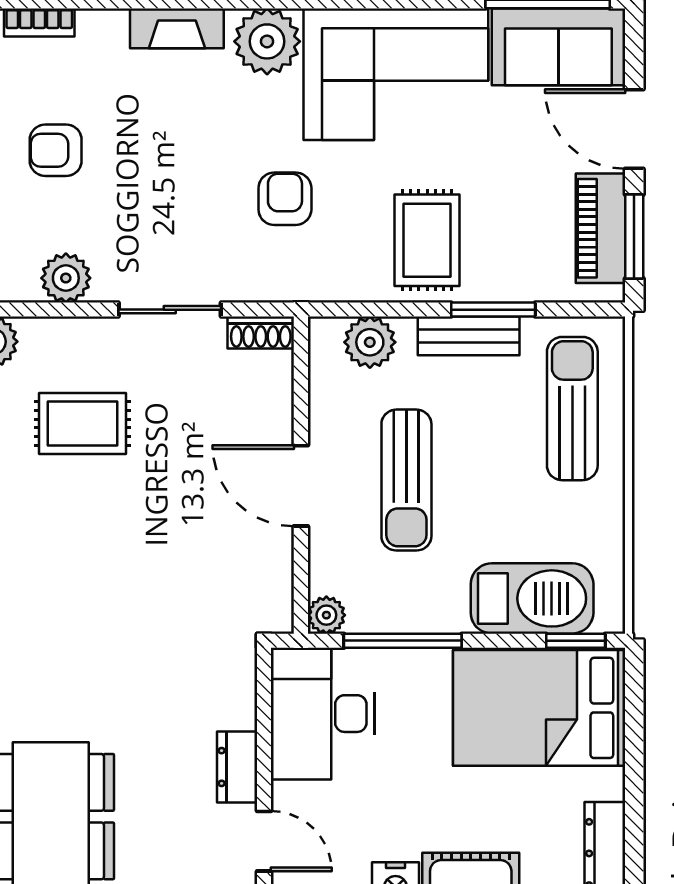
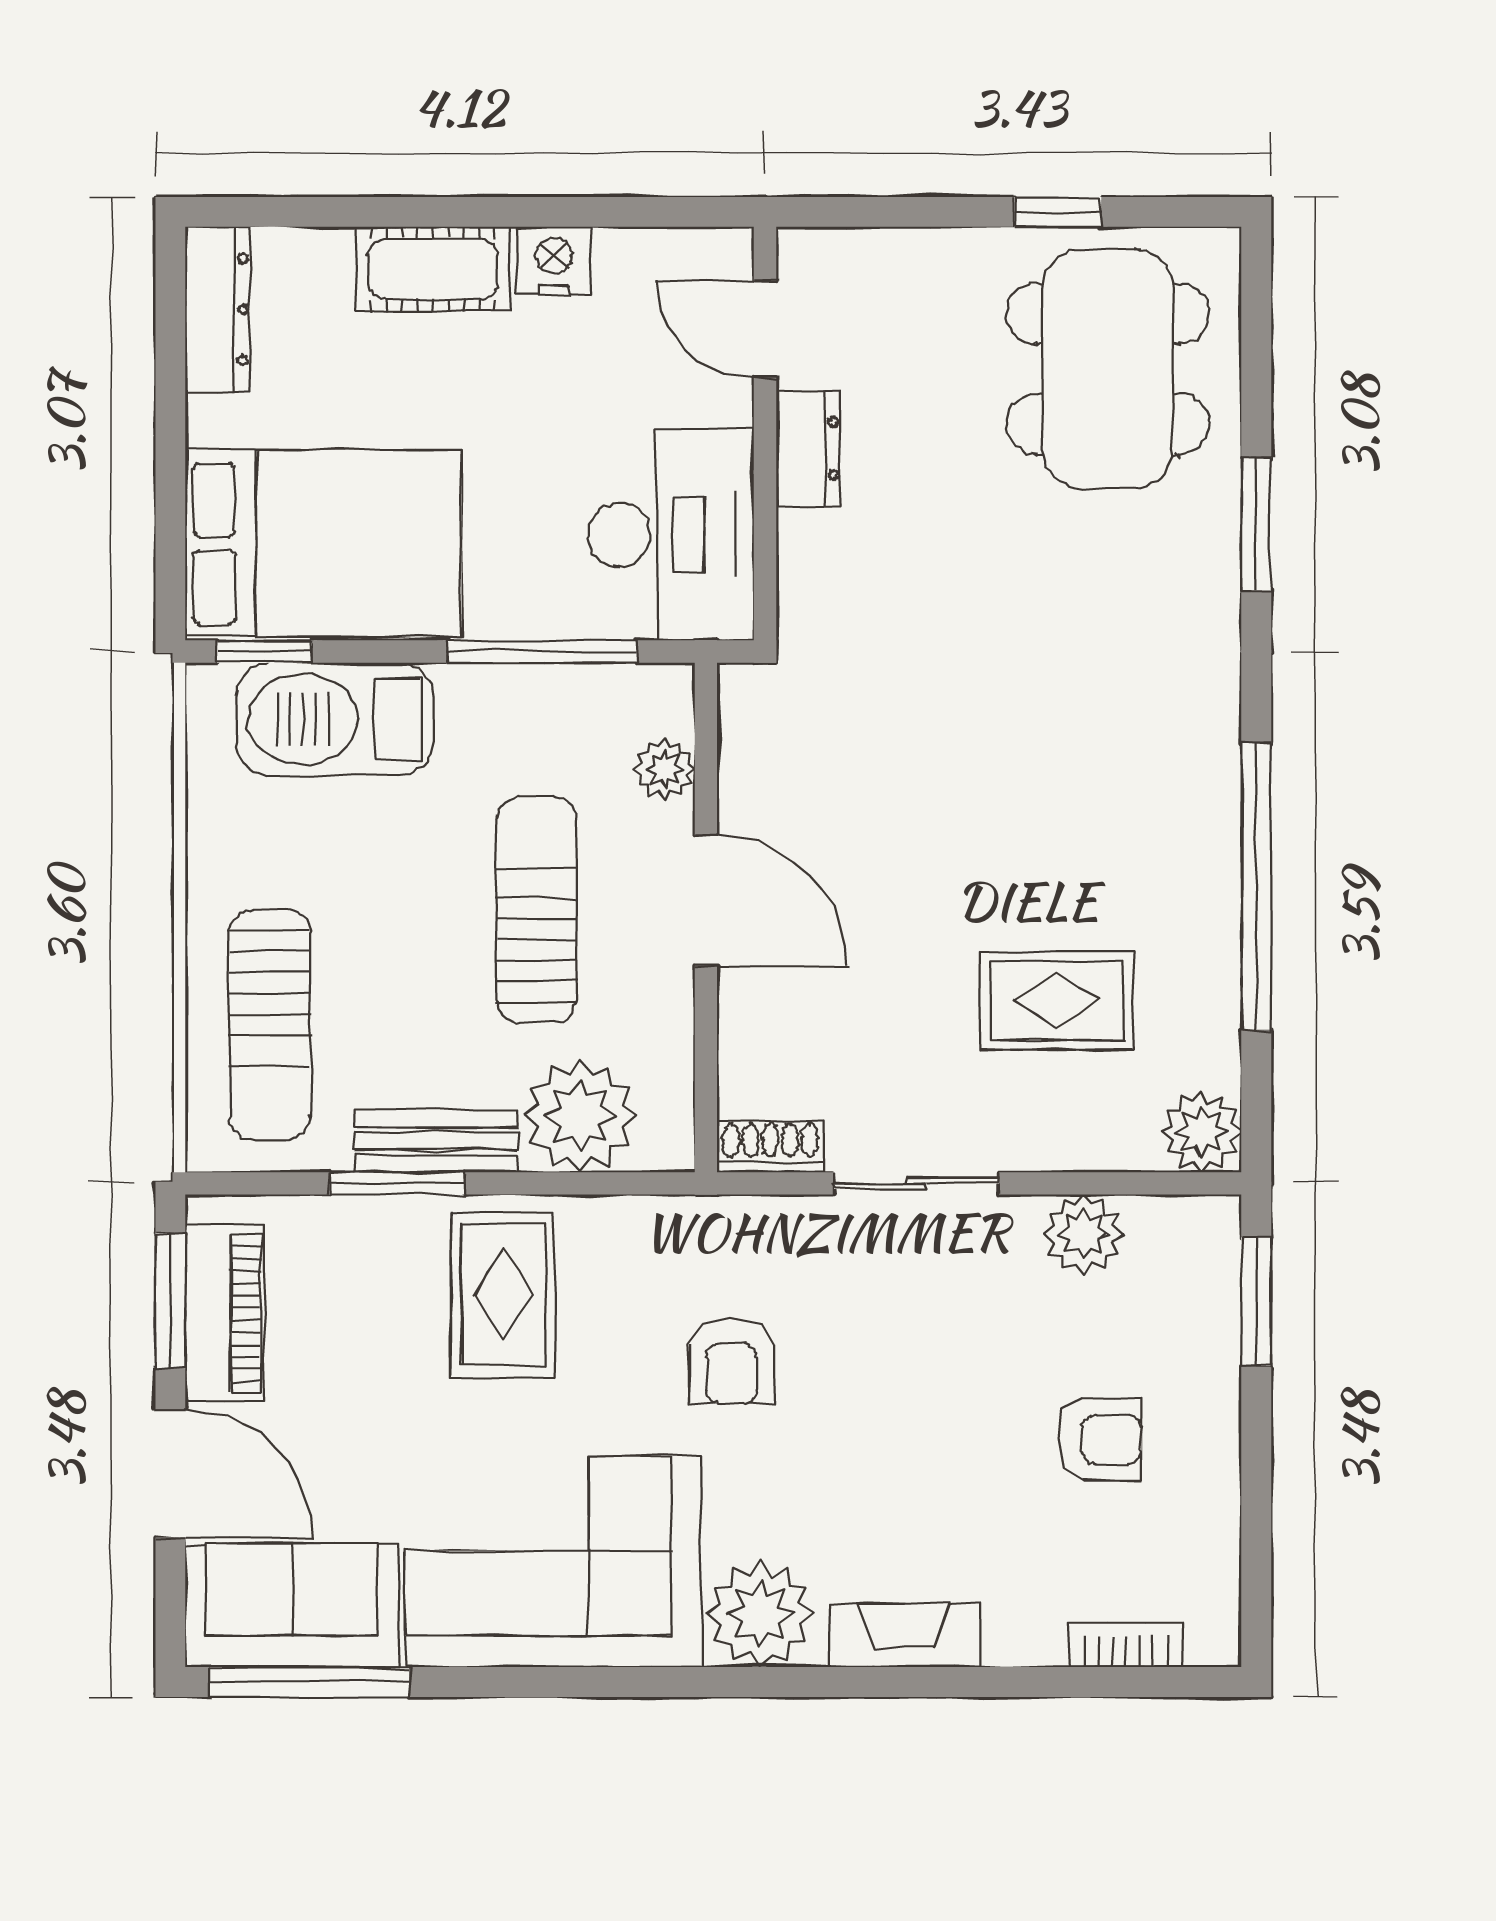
plant: (370, 342) -> (580, 1116), width x1.36, depth x1.36
plant: (326, 615) -> (665, 769), moved

